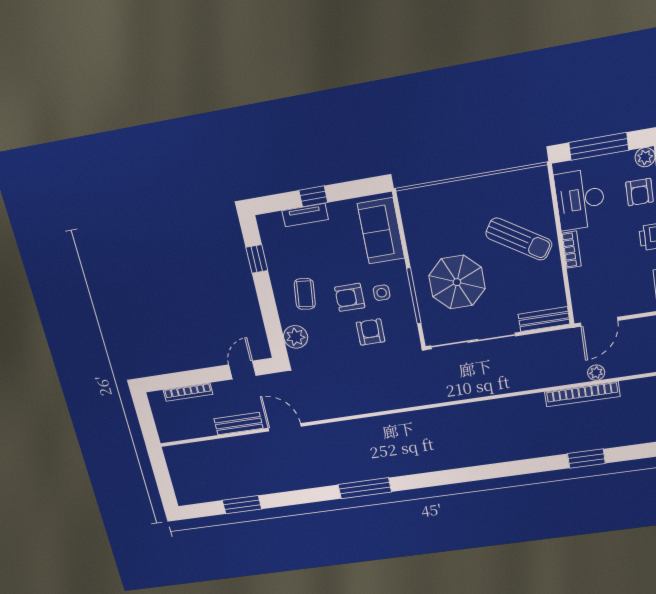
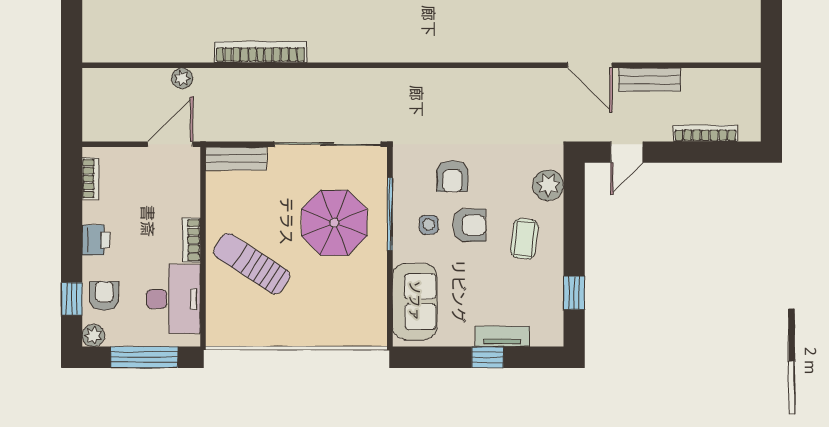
bookcase: (582, 394) -> (261, 52), moved

